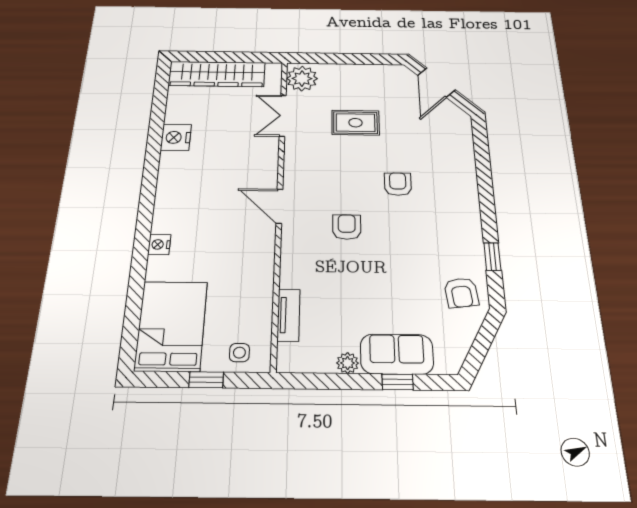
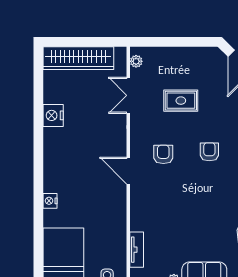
plant: (302, 79) -> (136, 61), width x0.53, depth x0.53
armchair: (347, 227) -> (163, 154), moved

